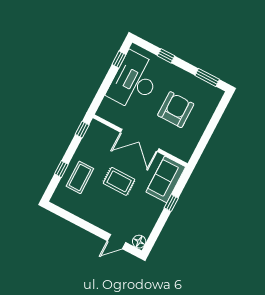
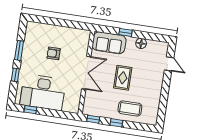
window: (207, 77) -> (19, 50), moved
armchair: (176, 110) -> (54, 53), width x0.53, depth x0.53
window: (61, 169) -> (116, 123), moved
floor lamp: (139, 242) -> (141, 43), moved

